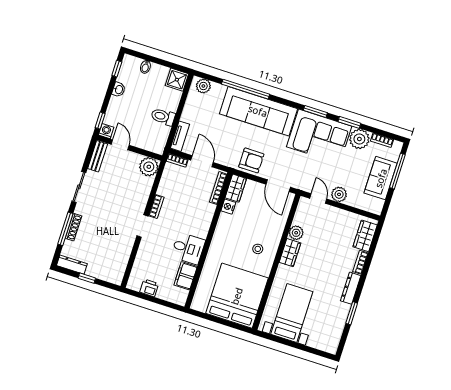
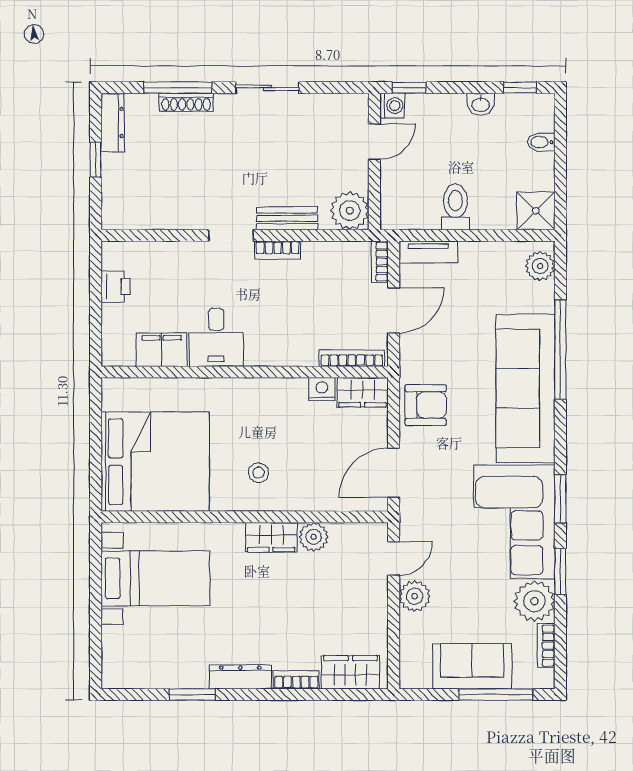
bench: (98, 156) -> (287, 218), moved
armchair: (251, 160) -> (426, 405), turned -90

